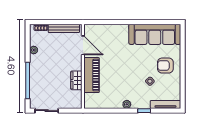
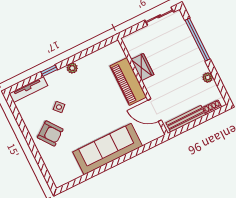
sofa: (155, 34) -> (108, 149), moved
armchair: (165, 66) -> (50, 133), turned 53

